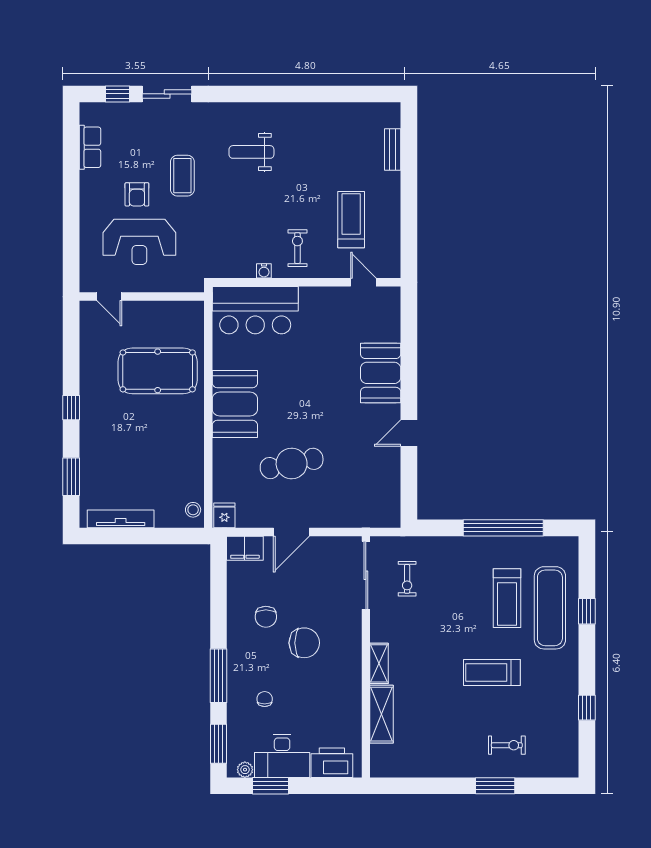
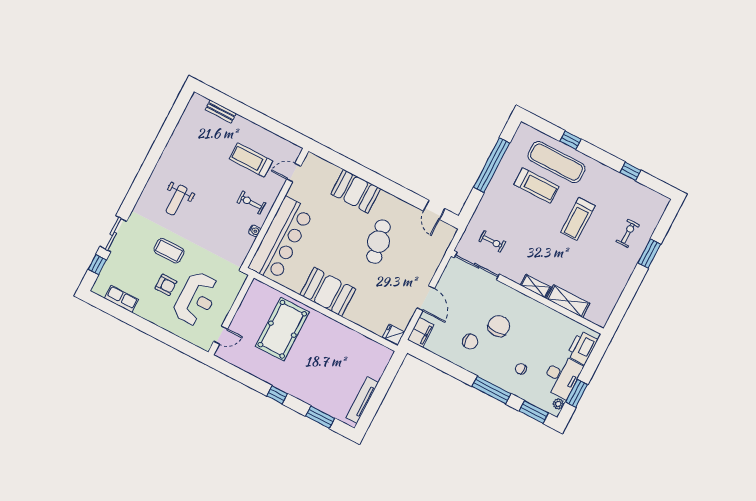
bar counter: (255, 310) -> (281, 239), width x1.36
door: (409, 433) -> (434, 210), moved
cafe table: (292, 463) -> (378, 242), moved
stool: (193, 510) -> (380, 352), removed

